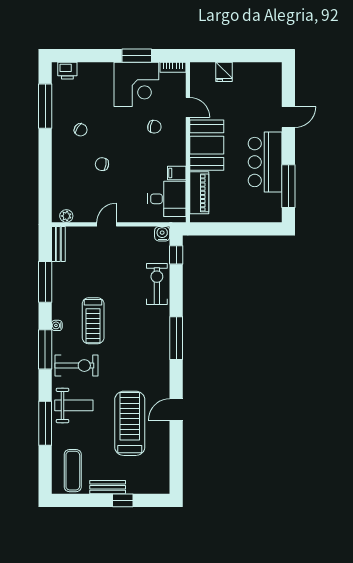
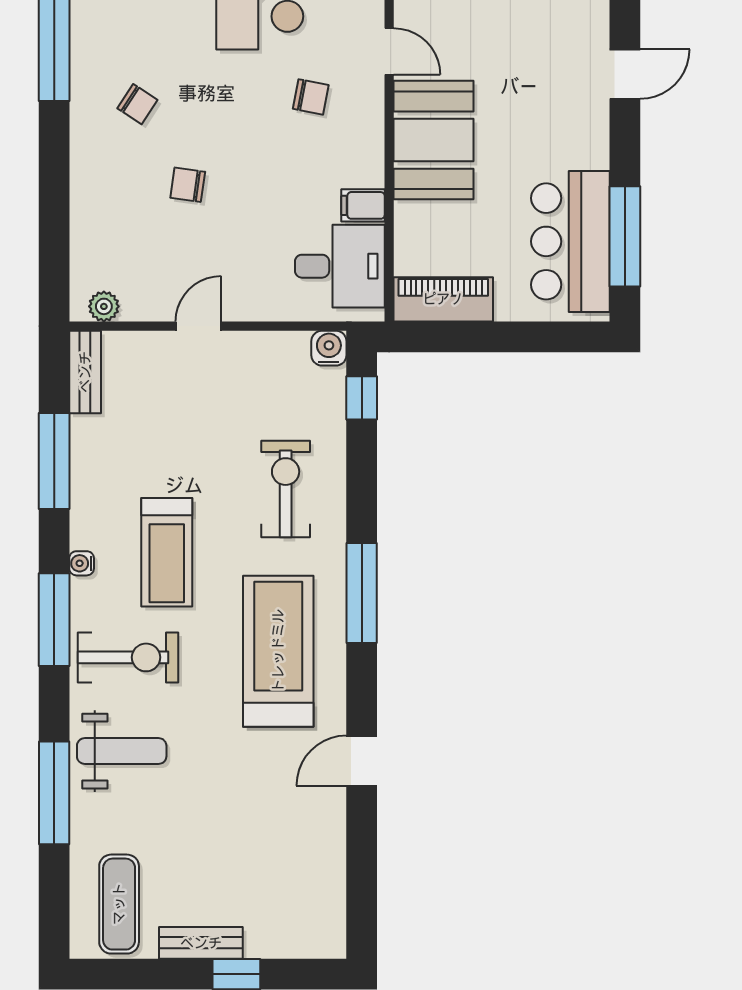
bar counter: (265, 162) -> (570, 241), moved
piano: (199, 193) -> (443, 299), moved, turned -90
exercise bike: (157, 284) -> (286, 489), moved
treadmill: (130, 423) -> (278, 651), moved

